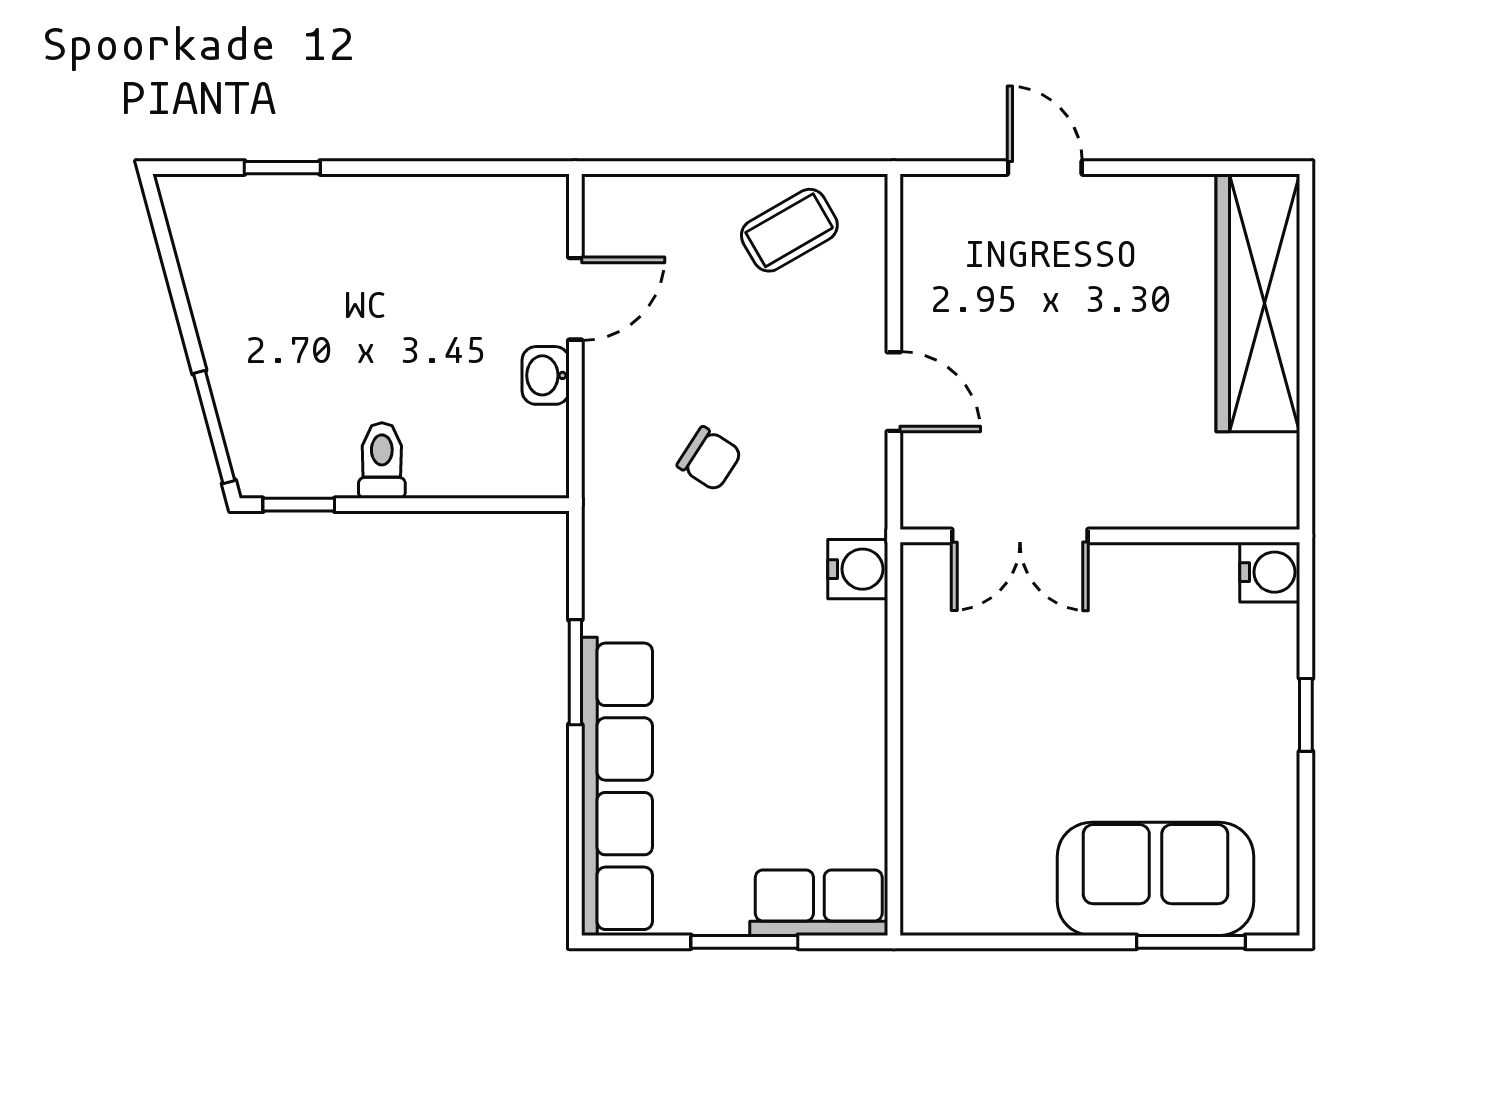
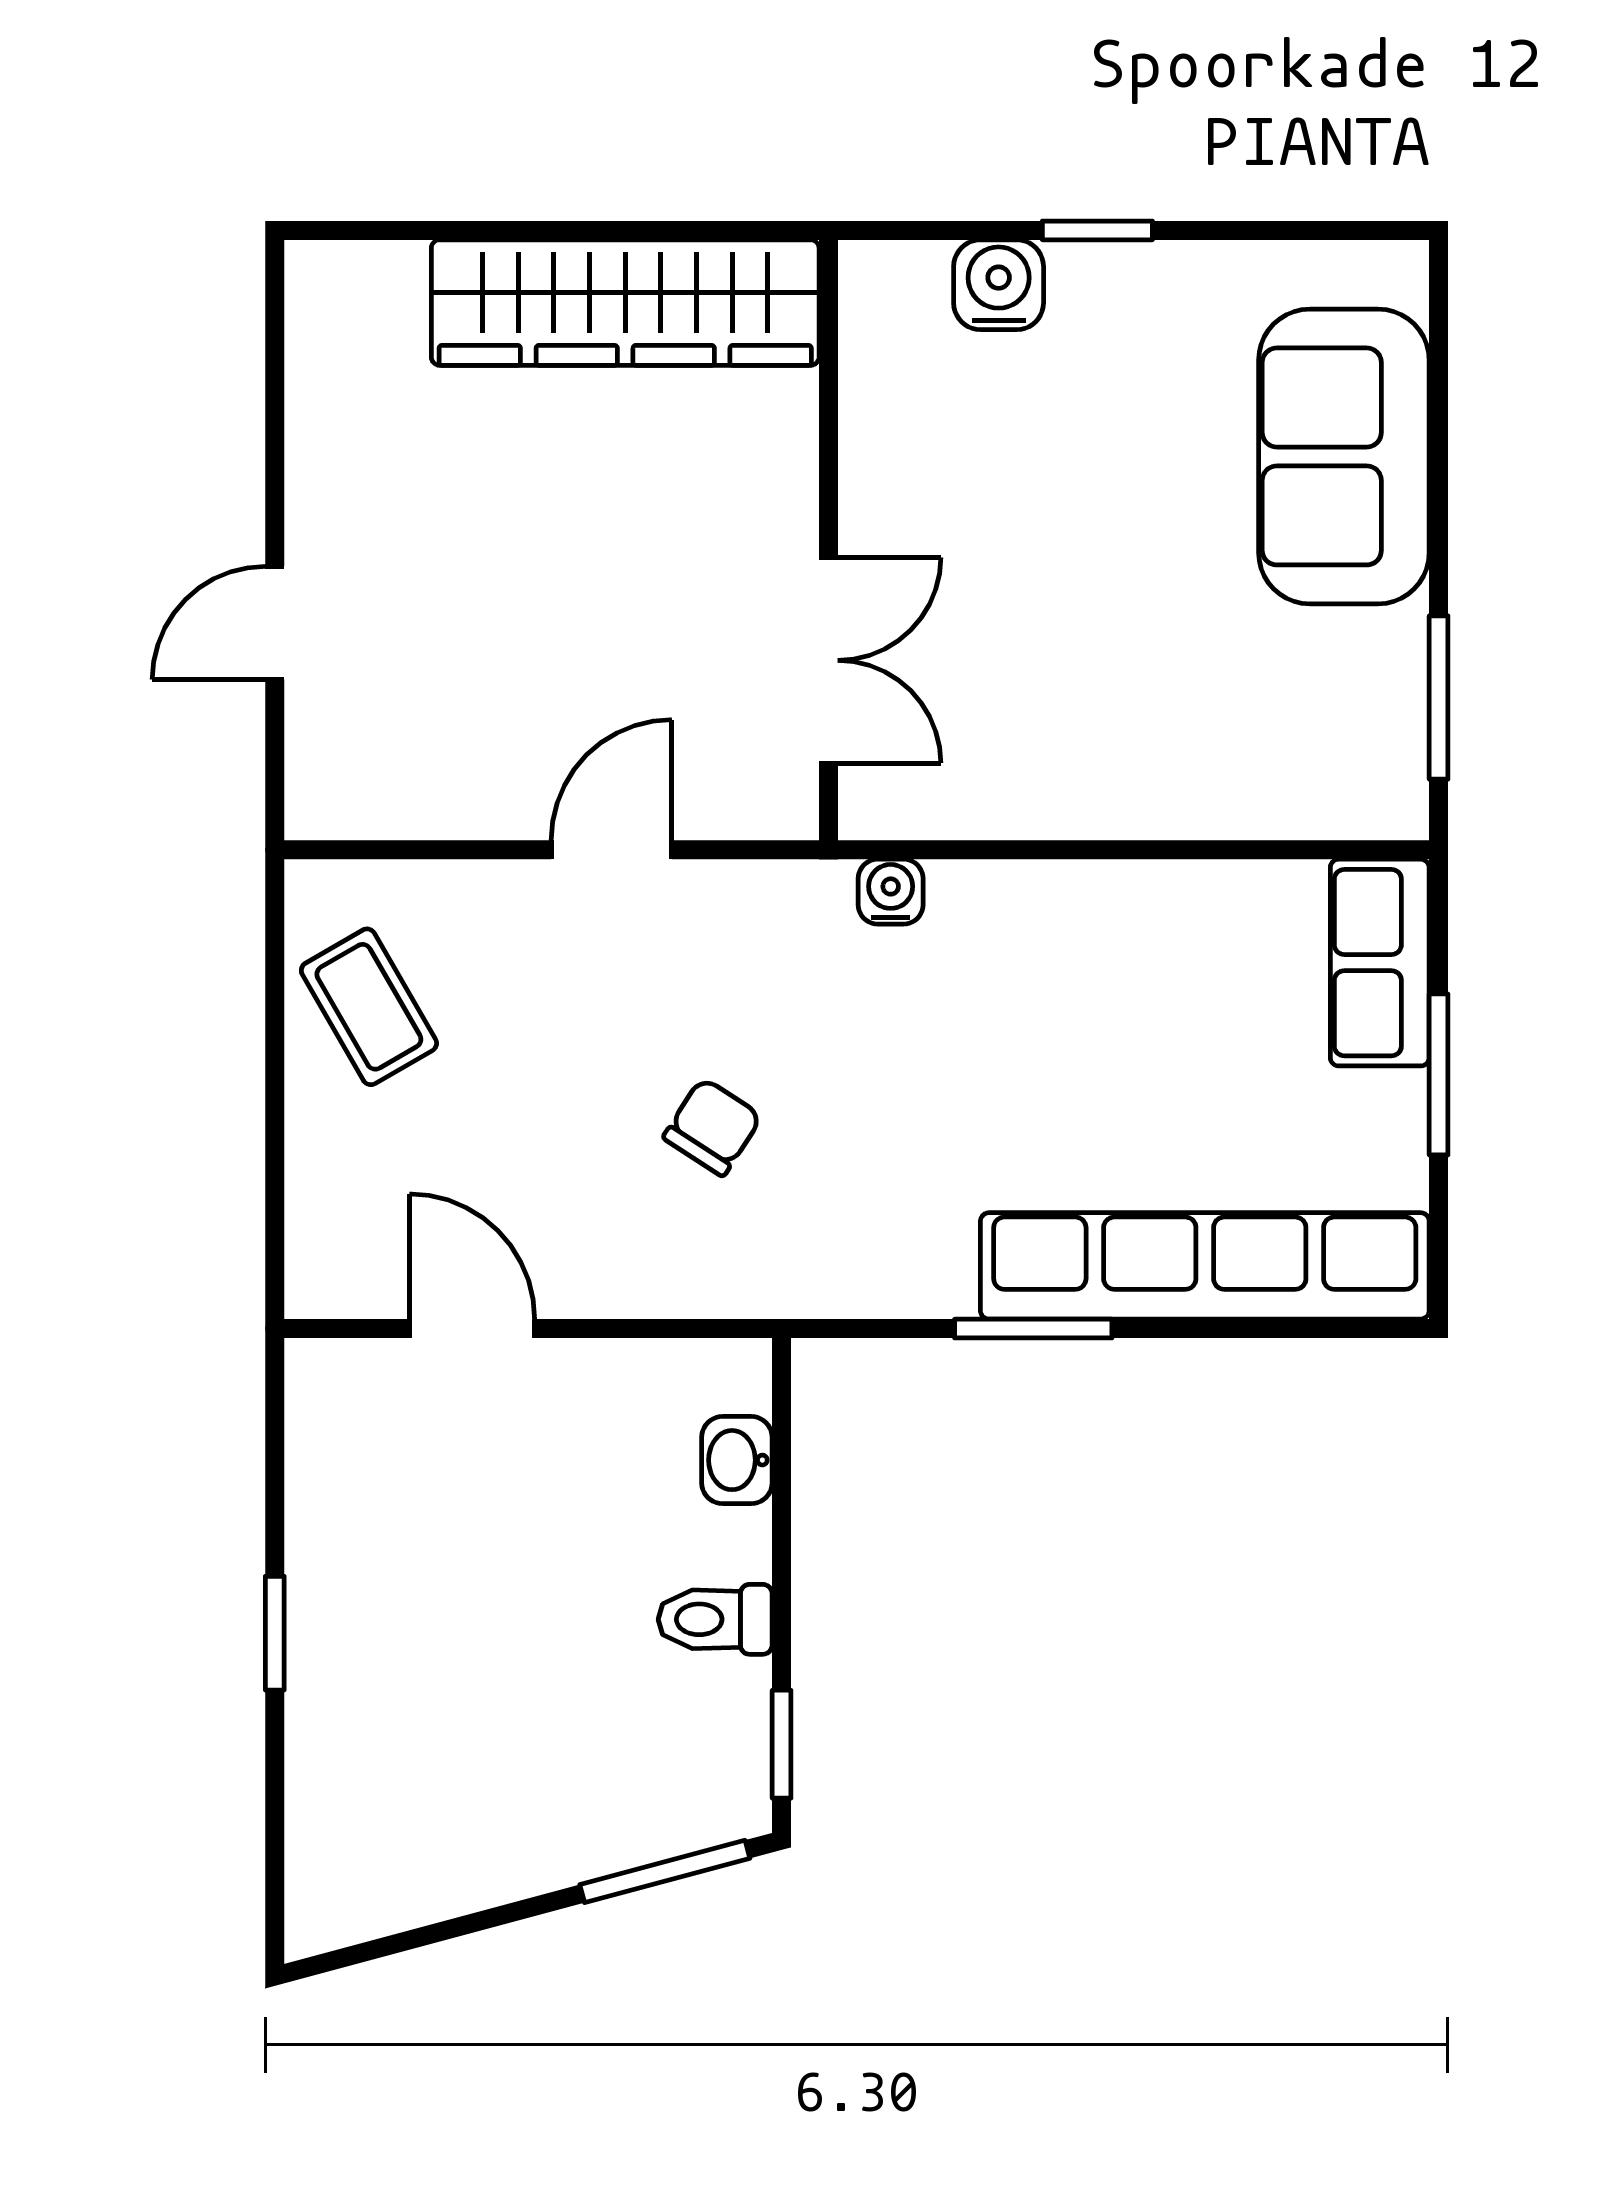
window: (282, 168) -> (275, 1633), moved
wardrobe: (1258, 303) -> (625, 303), moved
washbasin: (546, 375) -> (737, 1460), moved, turned 90
water cooler: (858, 569) -> (891, 892), width x0.72, depth x0.72
water cooler: (1270, 572) -> (999, 285), moved
window: (1191, 942) -> (1439, 697), moved

